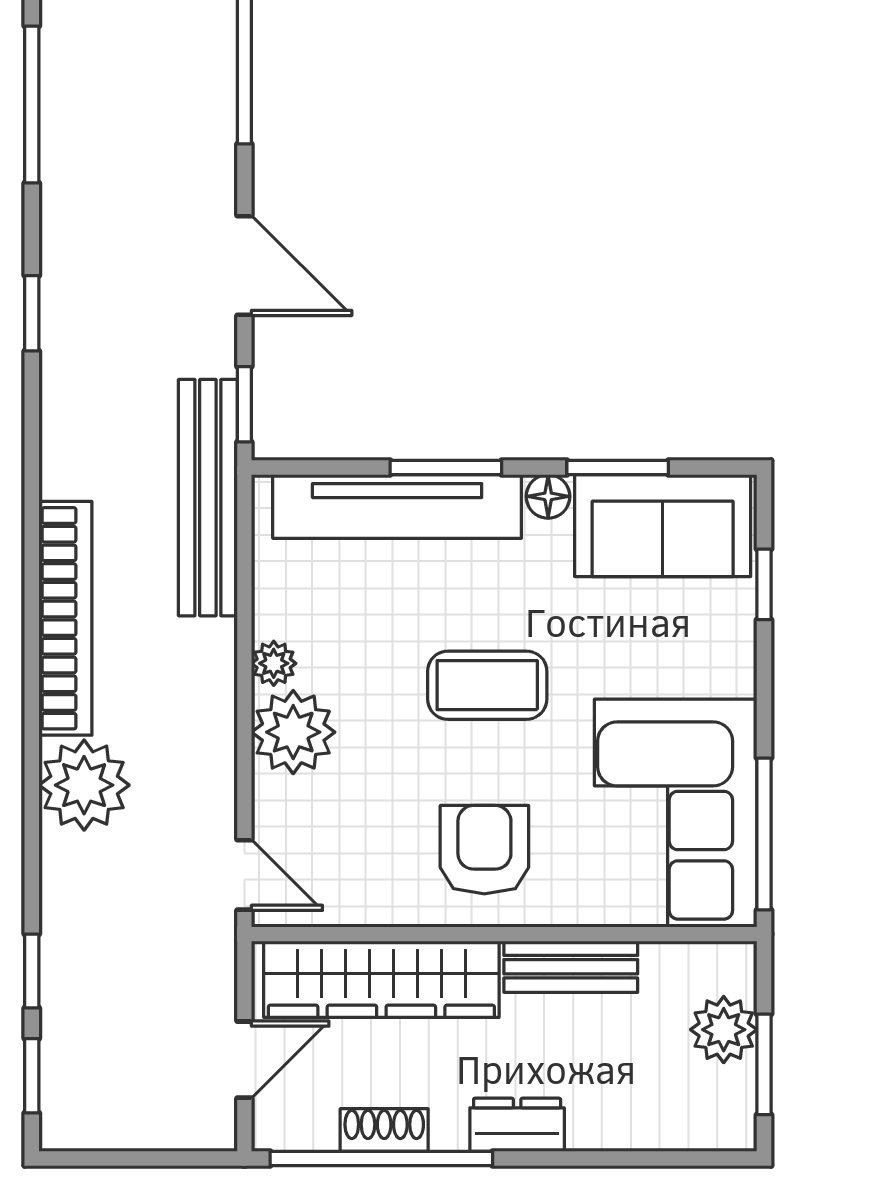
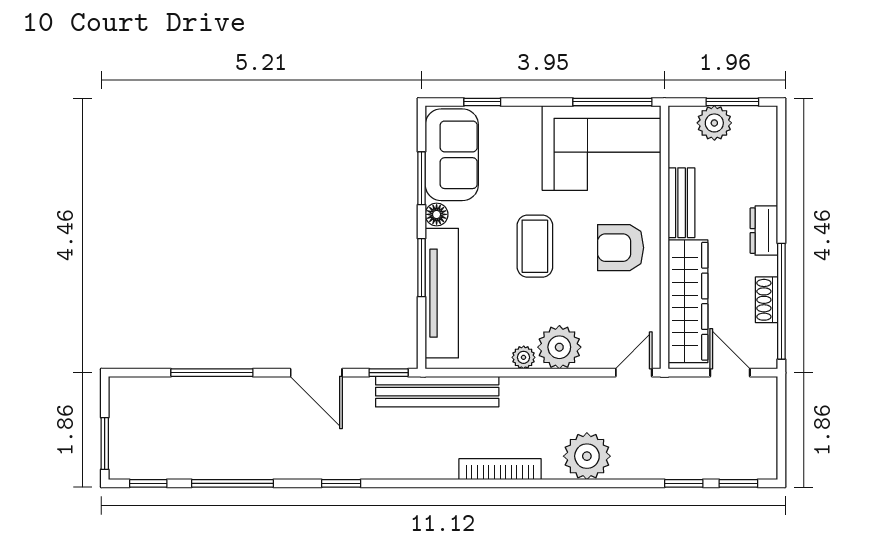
door: (244, 265) -> (316, 373), swing flipped
bookcase: (65, 618) -> (500, 469), width x0.68, depth x0.76

